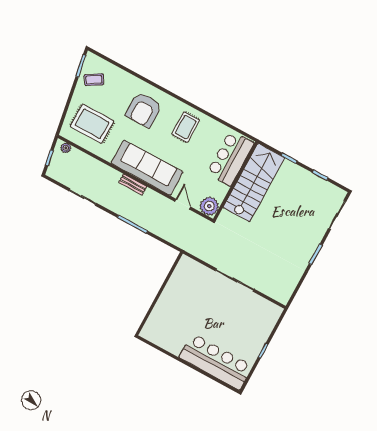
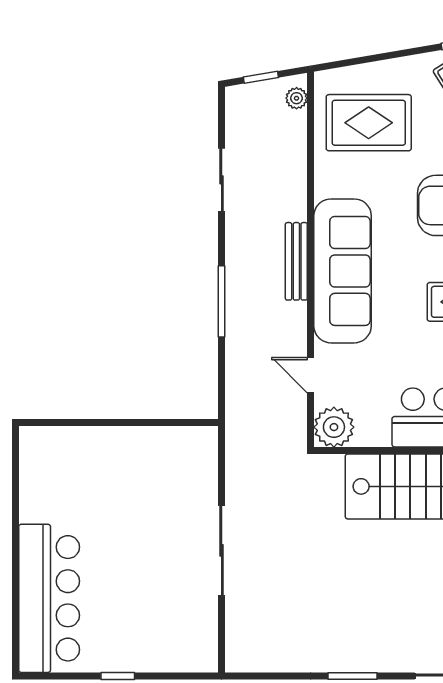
rug: (92, 124) -> (369, 123), turned 90
bench: (133, 184) -> (296, 261), width x1.36
door: (183, 204) -> (311, 375), swing flipped

